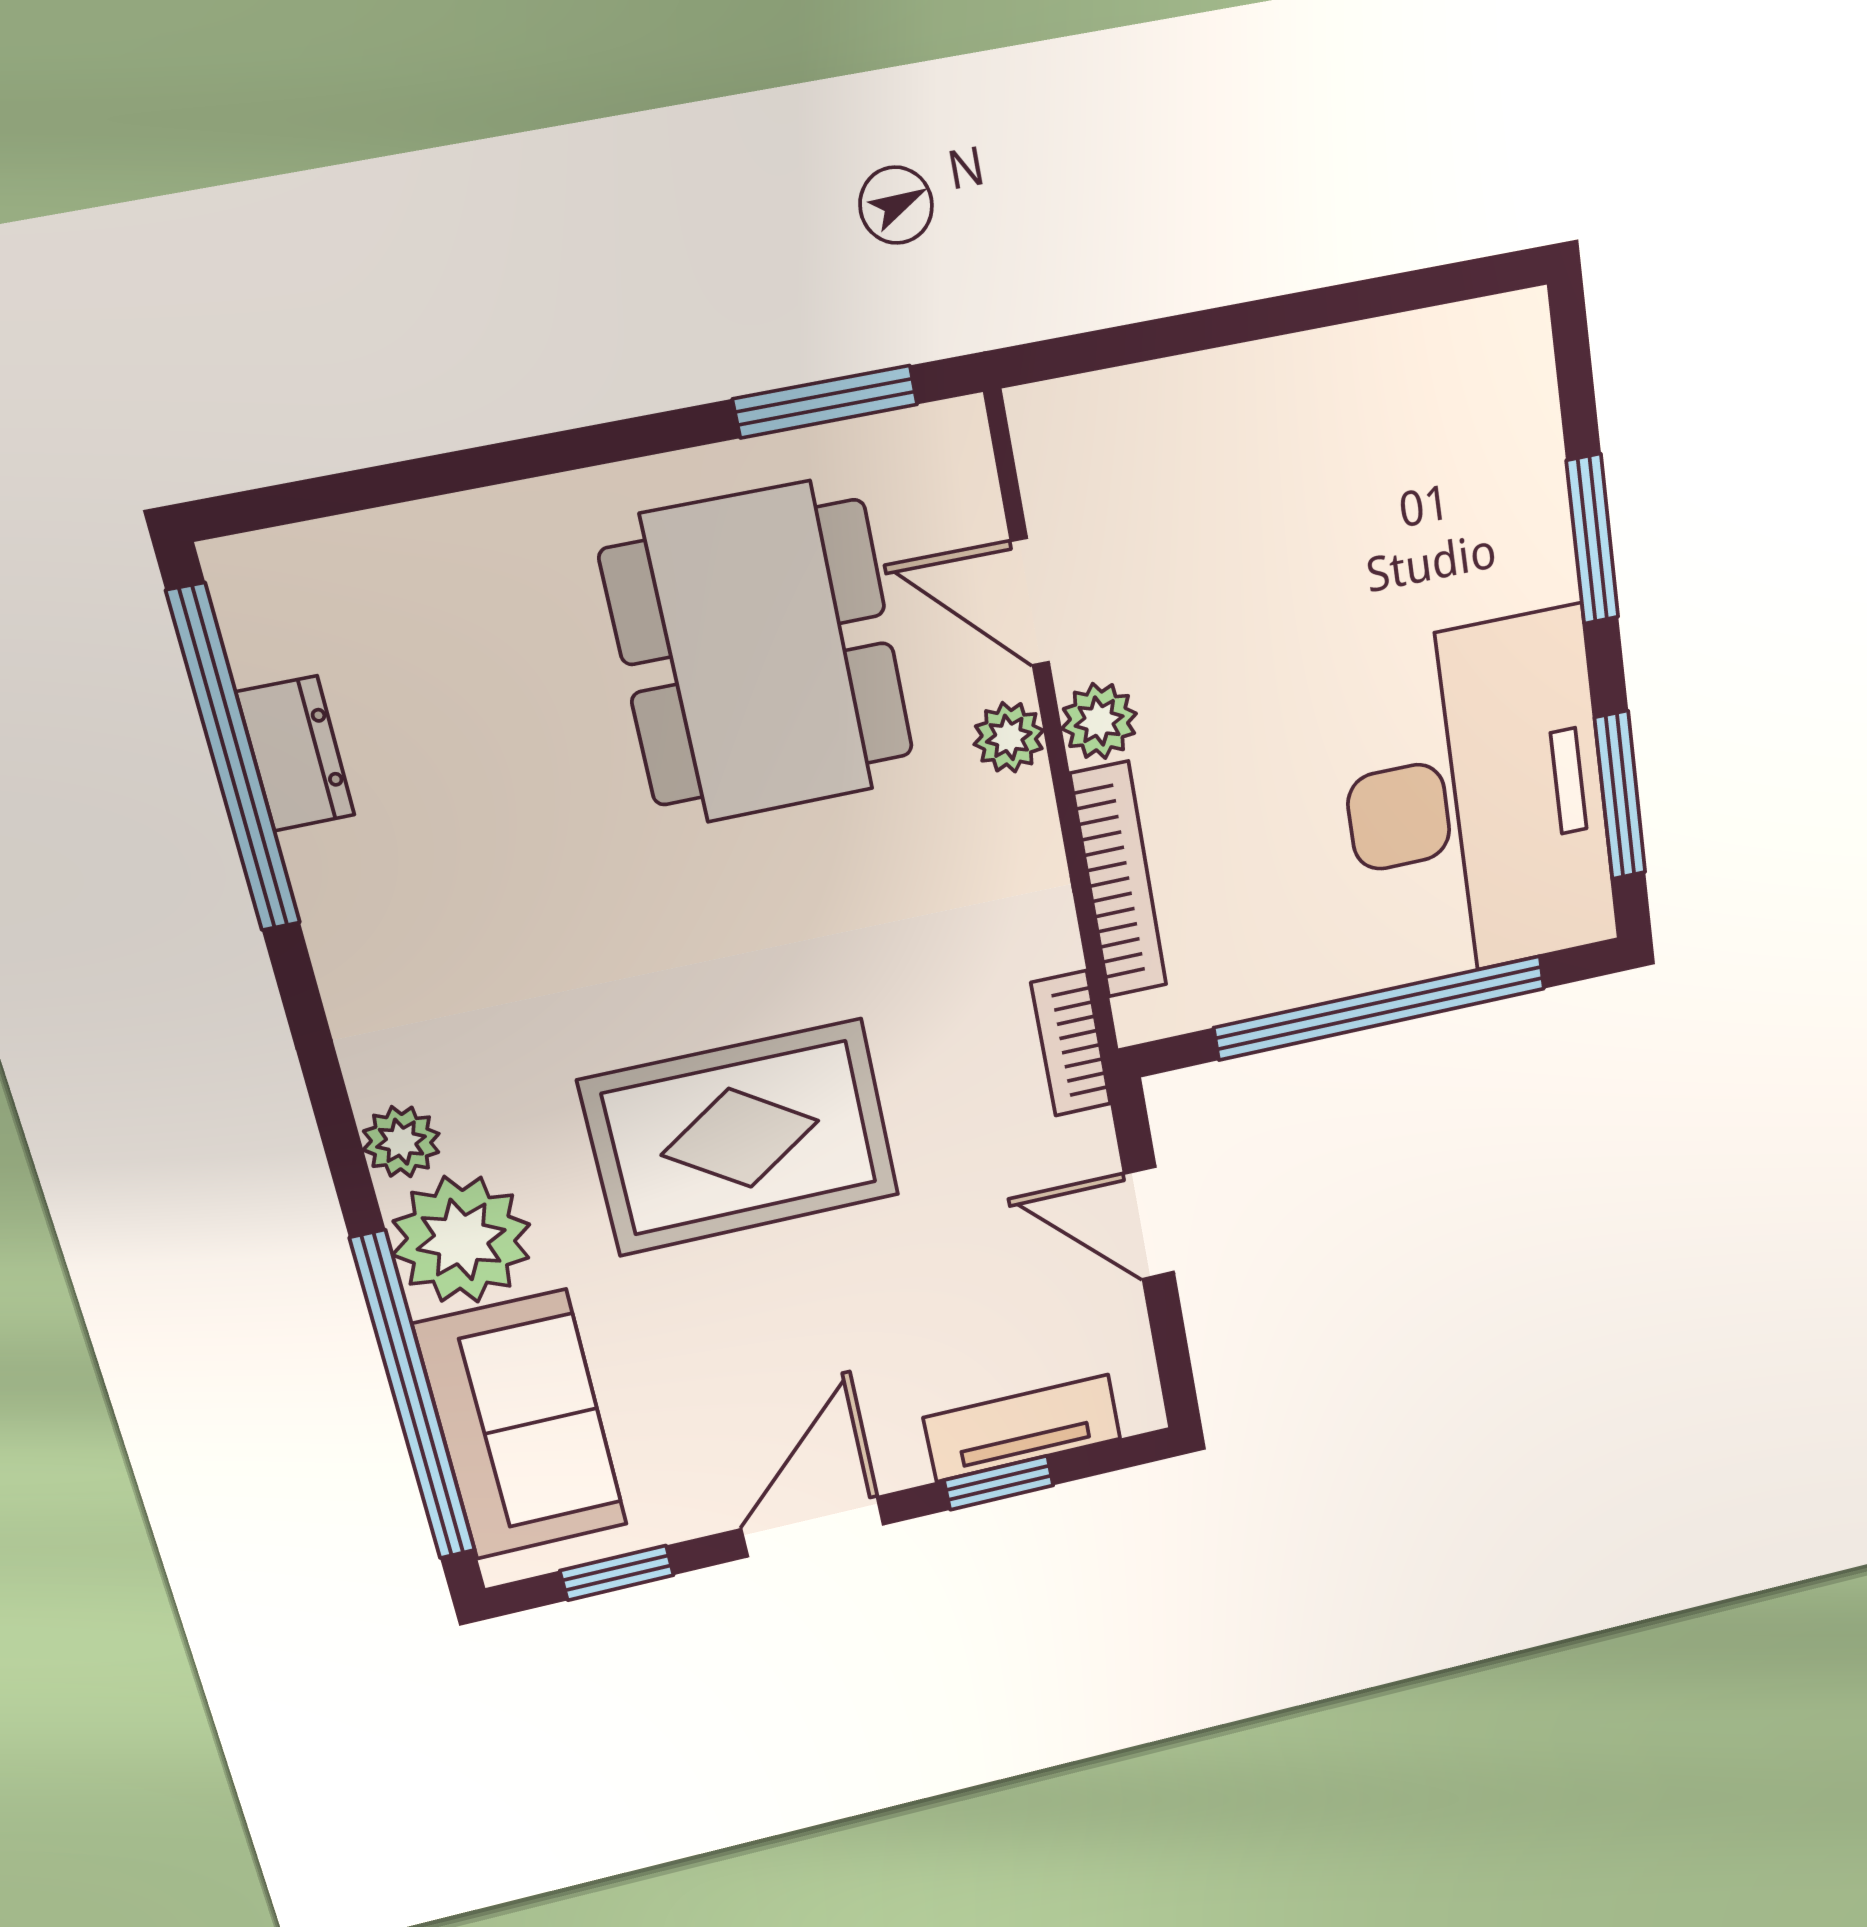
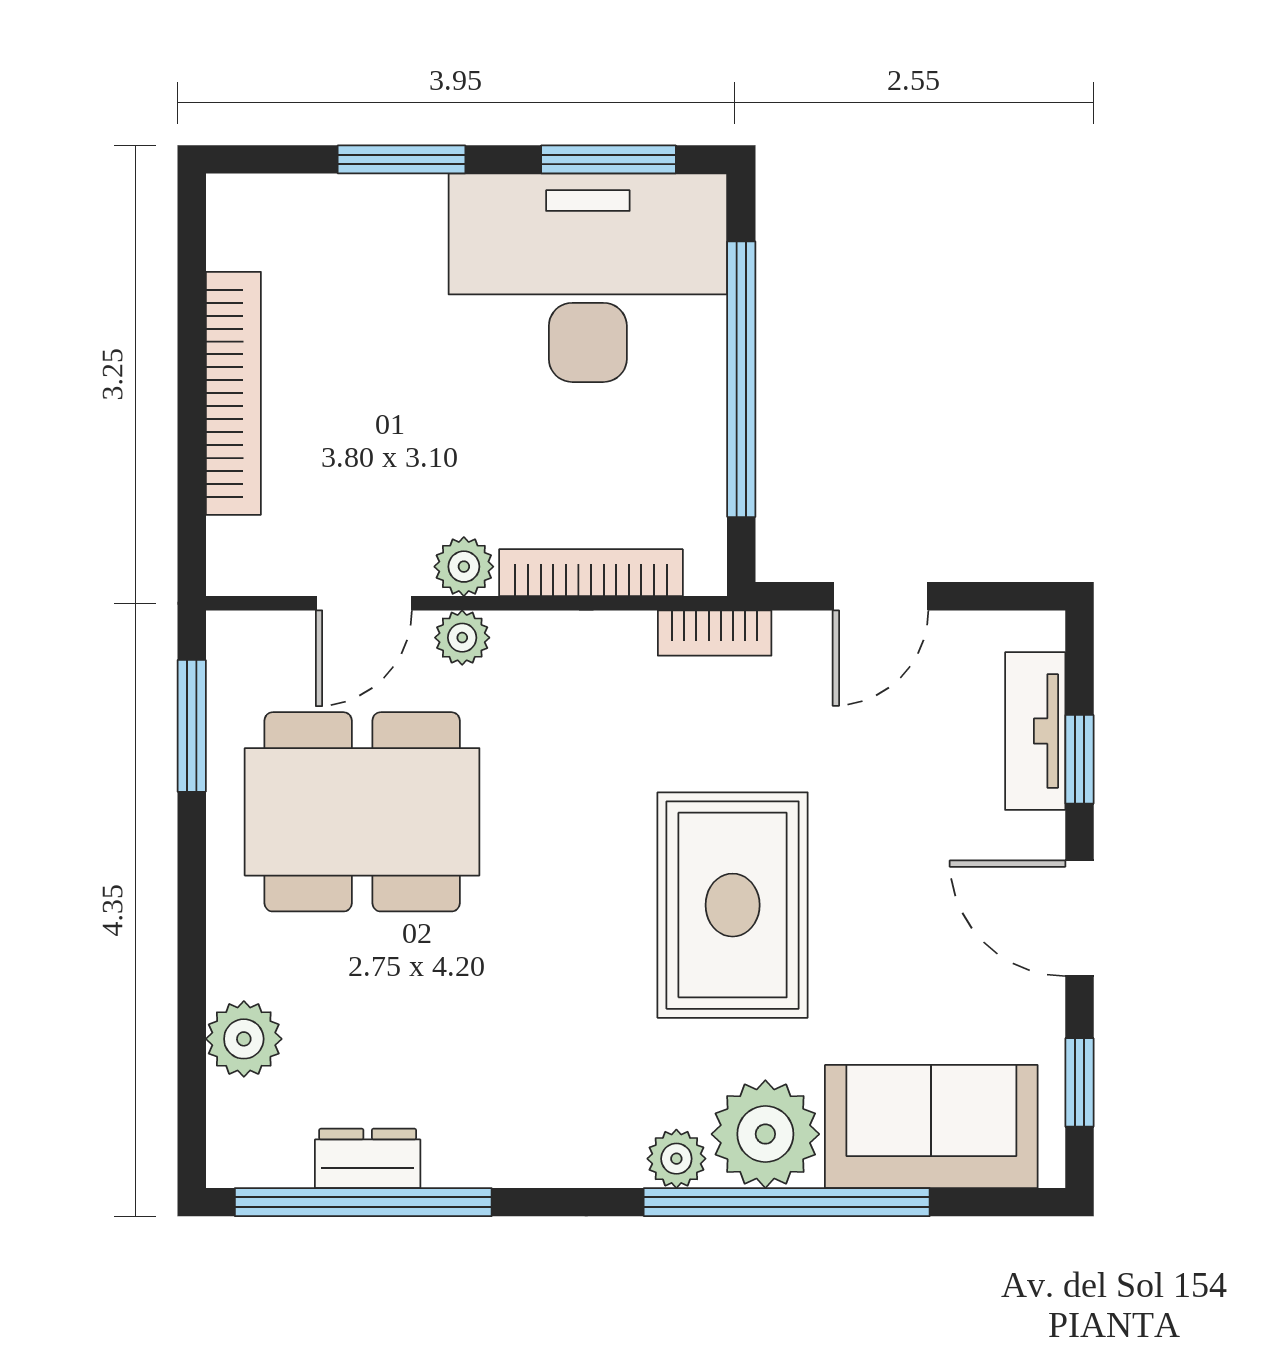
bookcase: (1272, 376) -> (233, 393), added
plant: (416, 555) -> (244, 1039), added
window: (413, 1397) -> (787, 1202), moved

